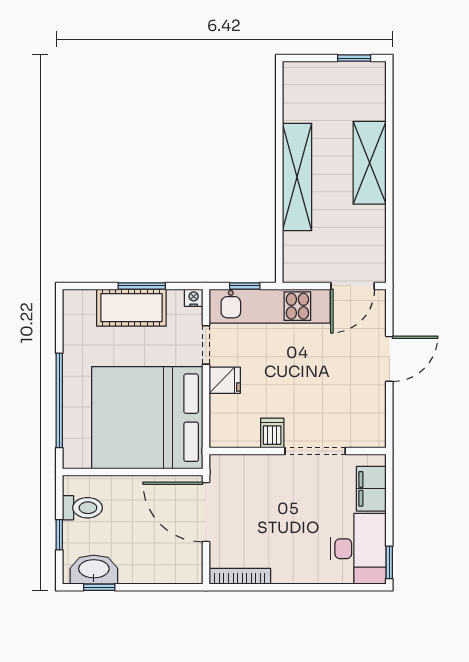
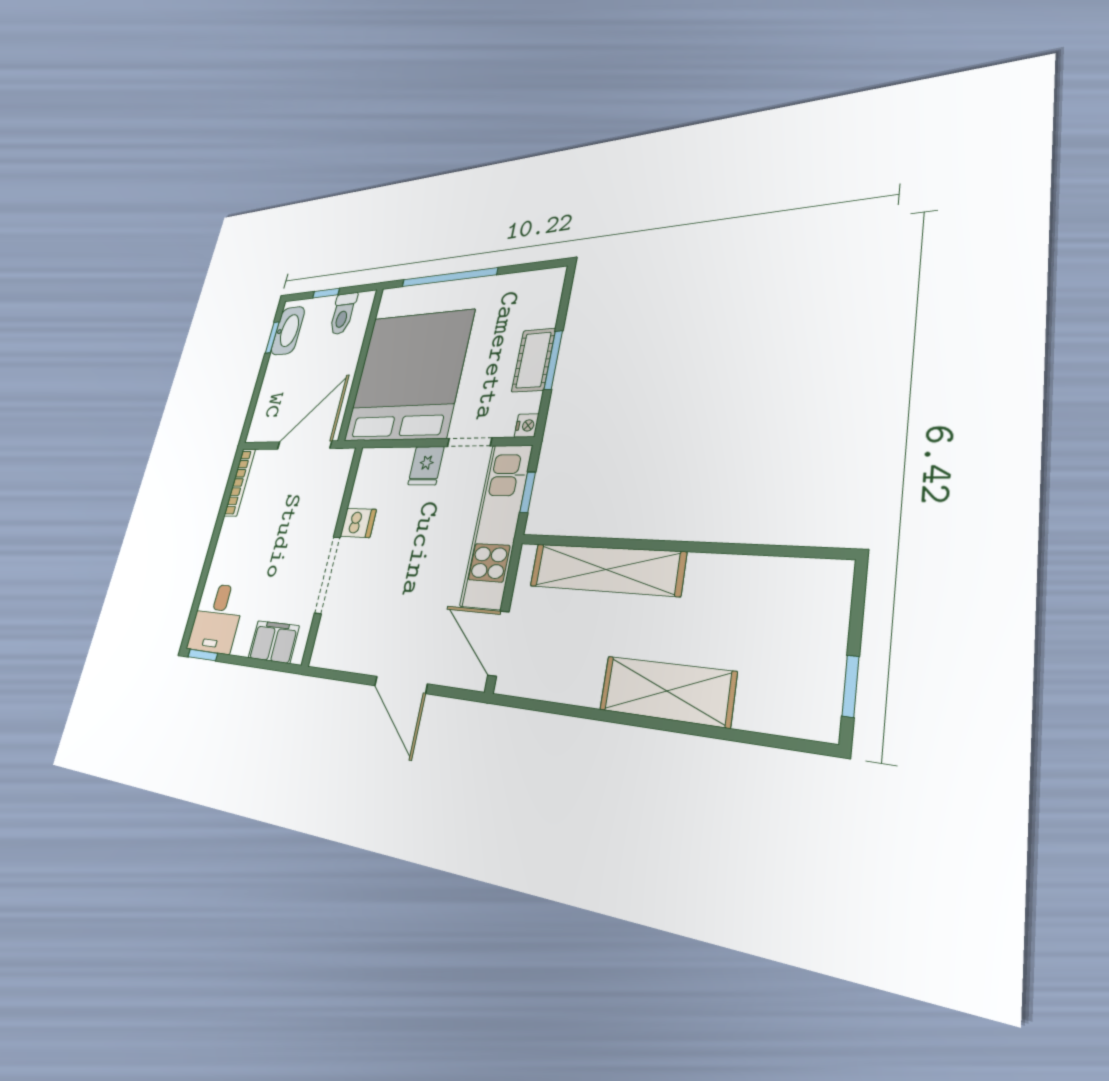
shelving: (297, 177) -> (606, 569), moved
cot: (131, 308) -> (534, 360), width x0.73, depth x0.75
desk: (358, 549) -> (217, 618), width x0.73

